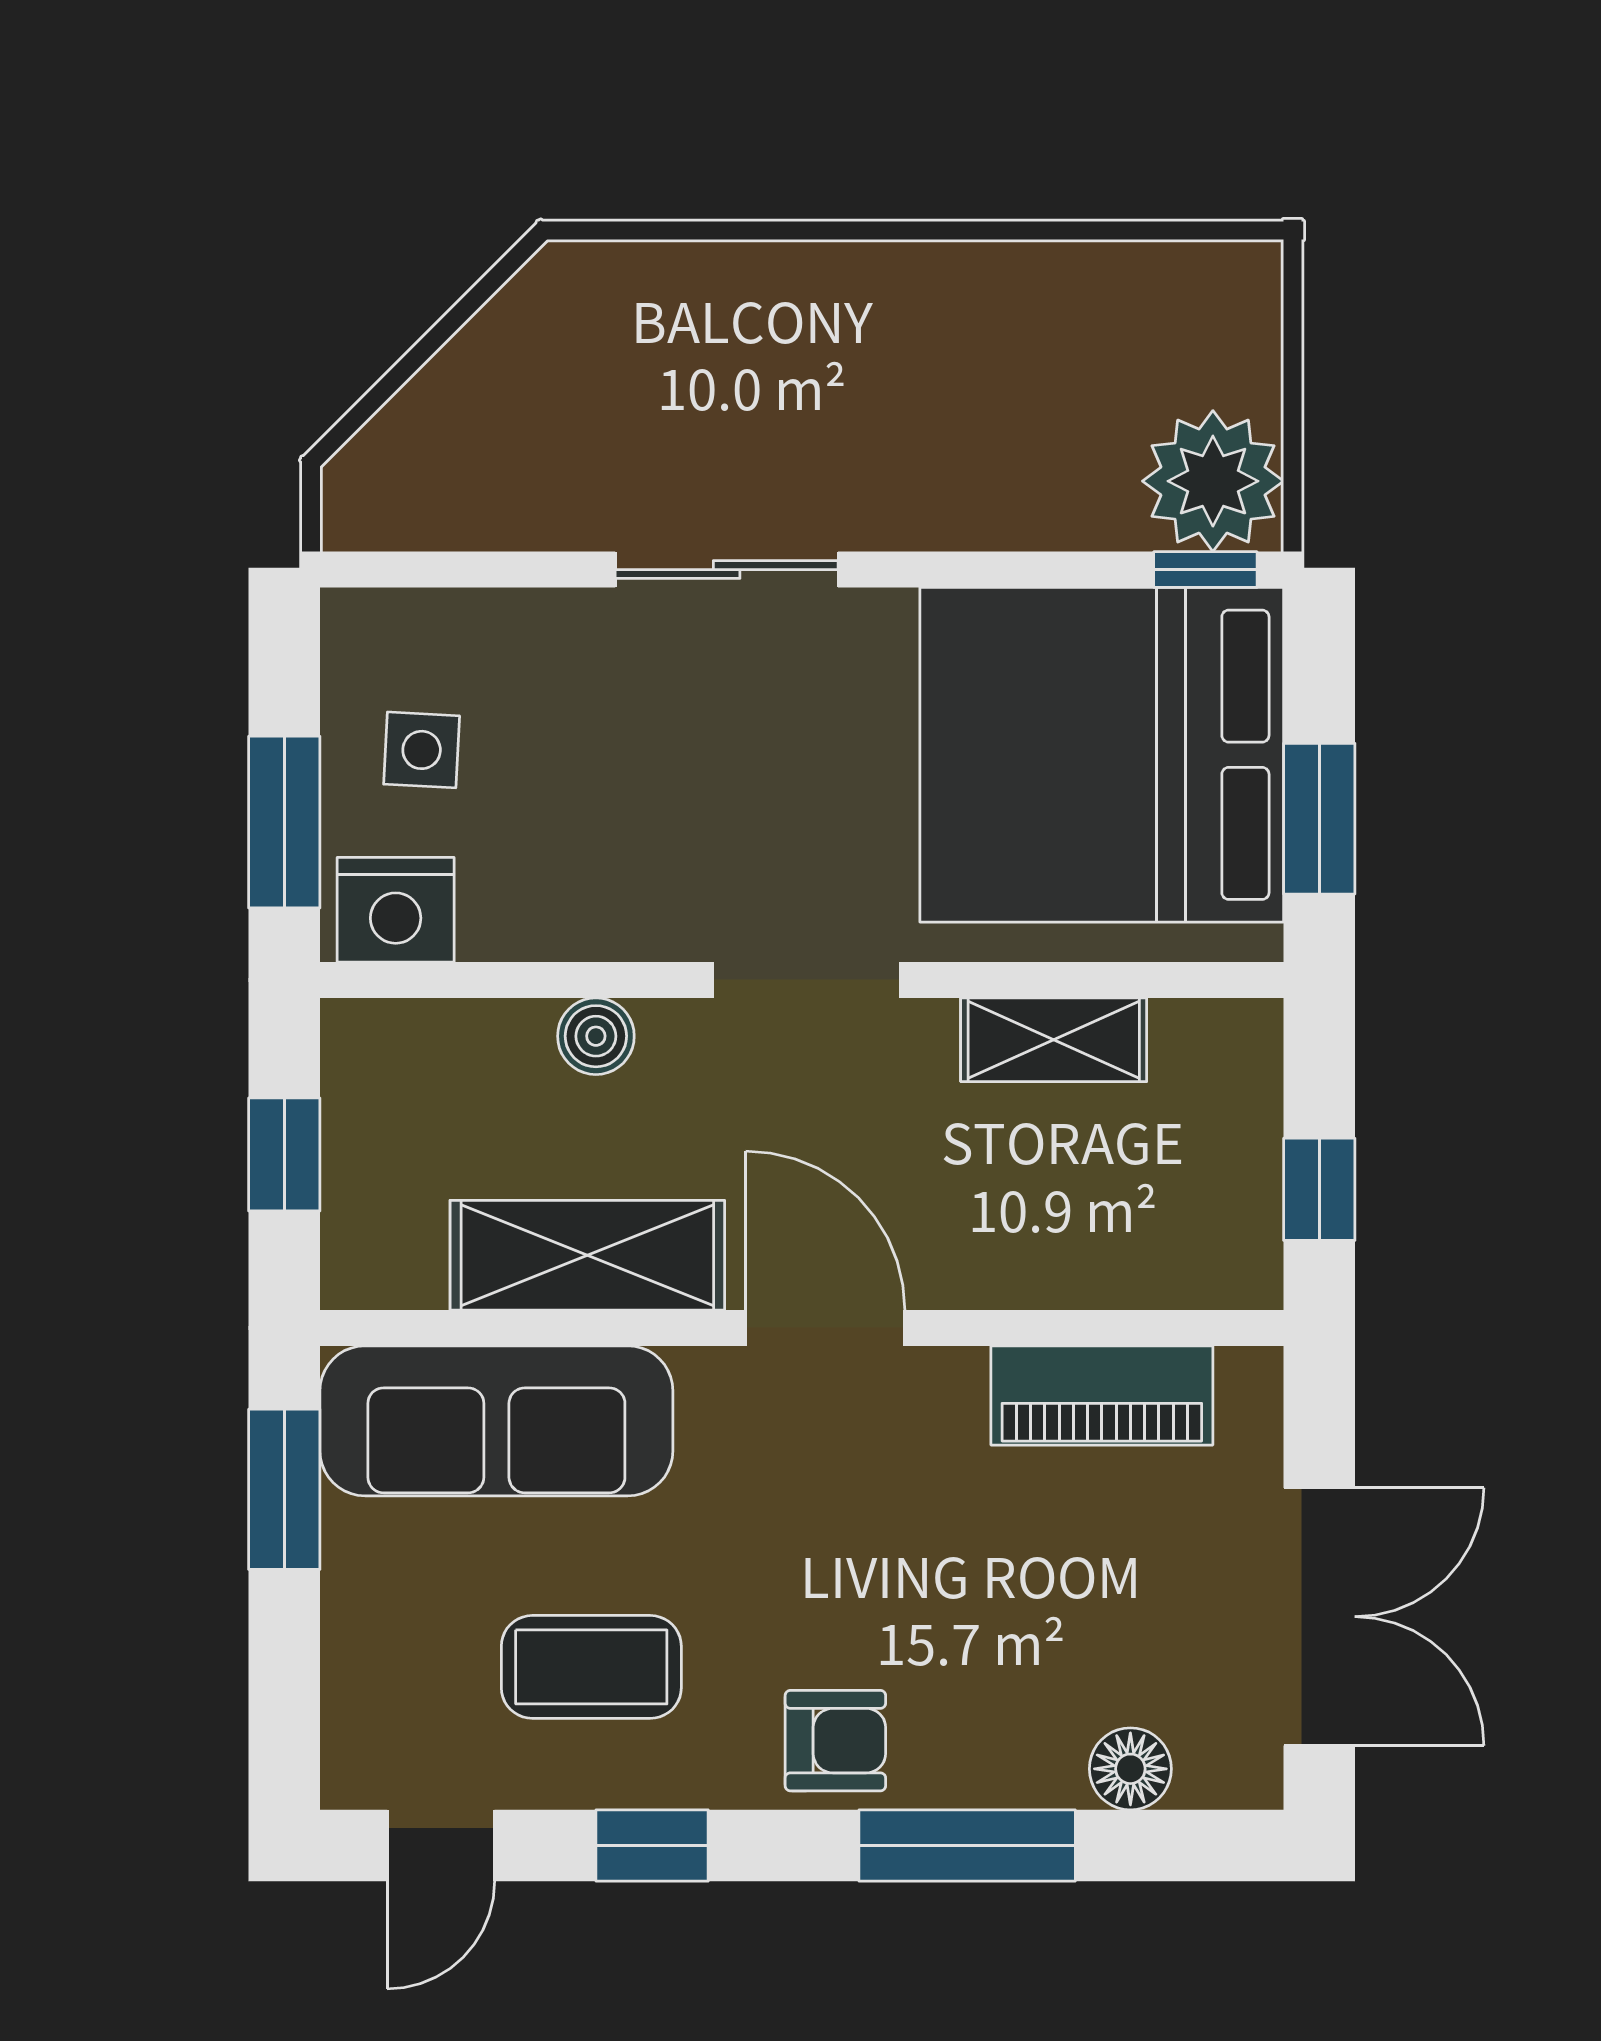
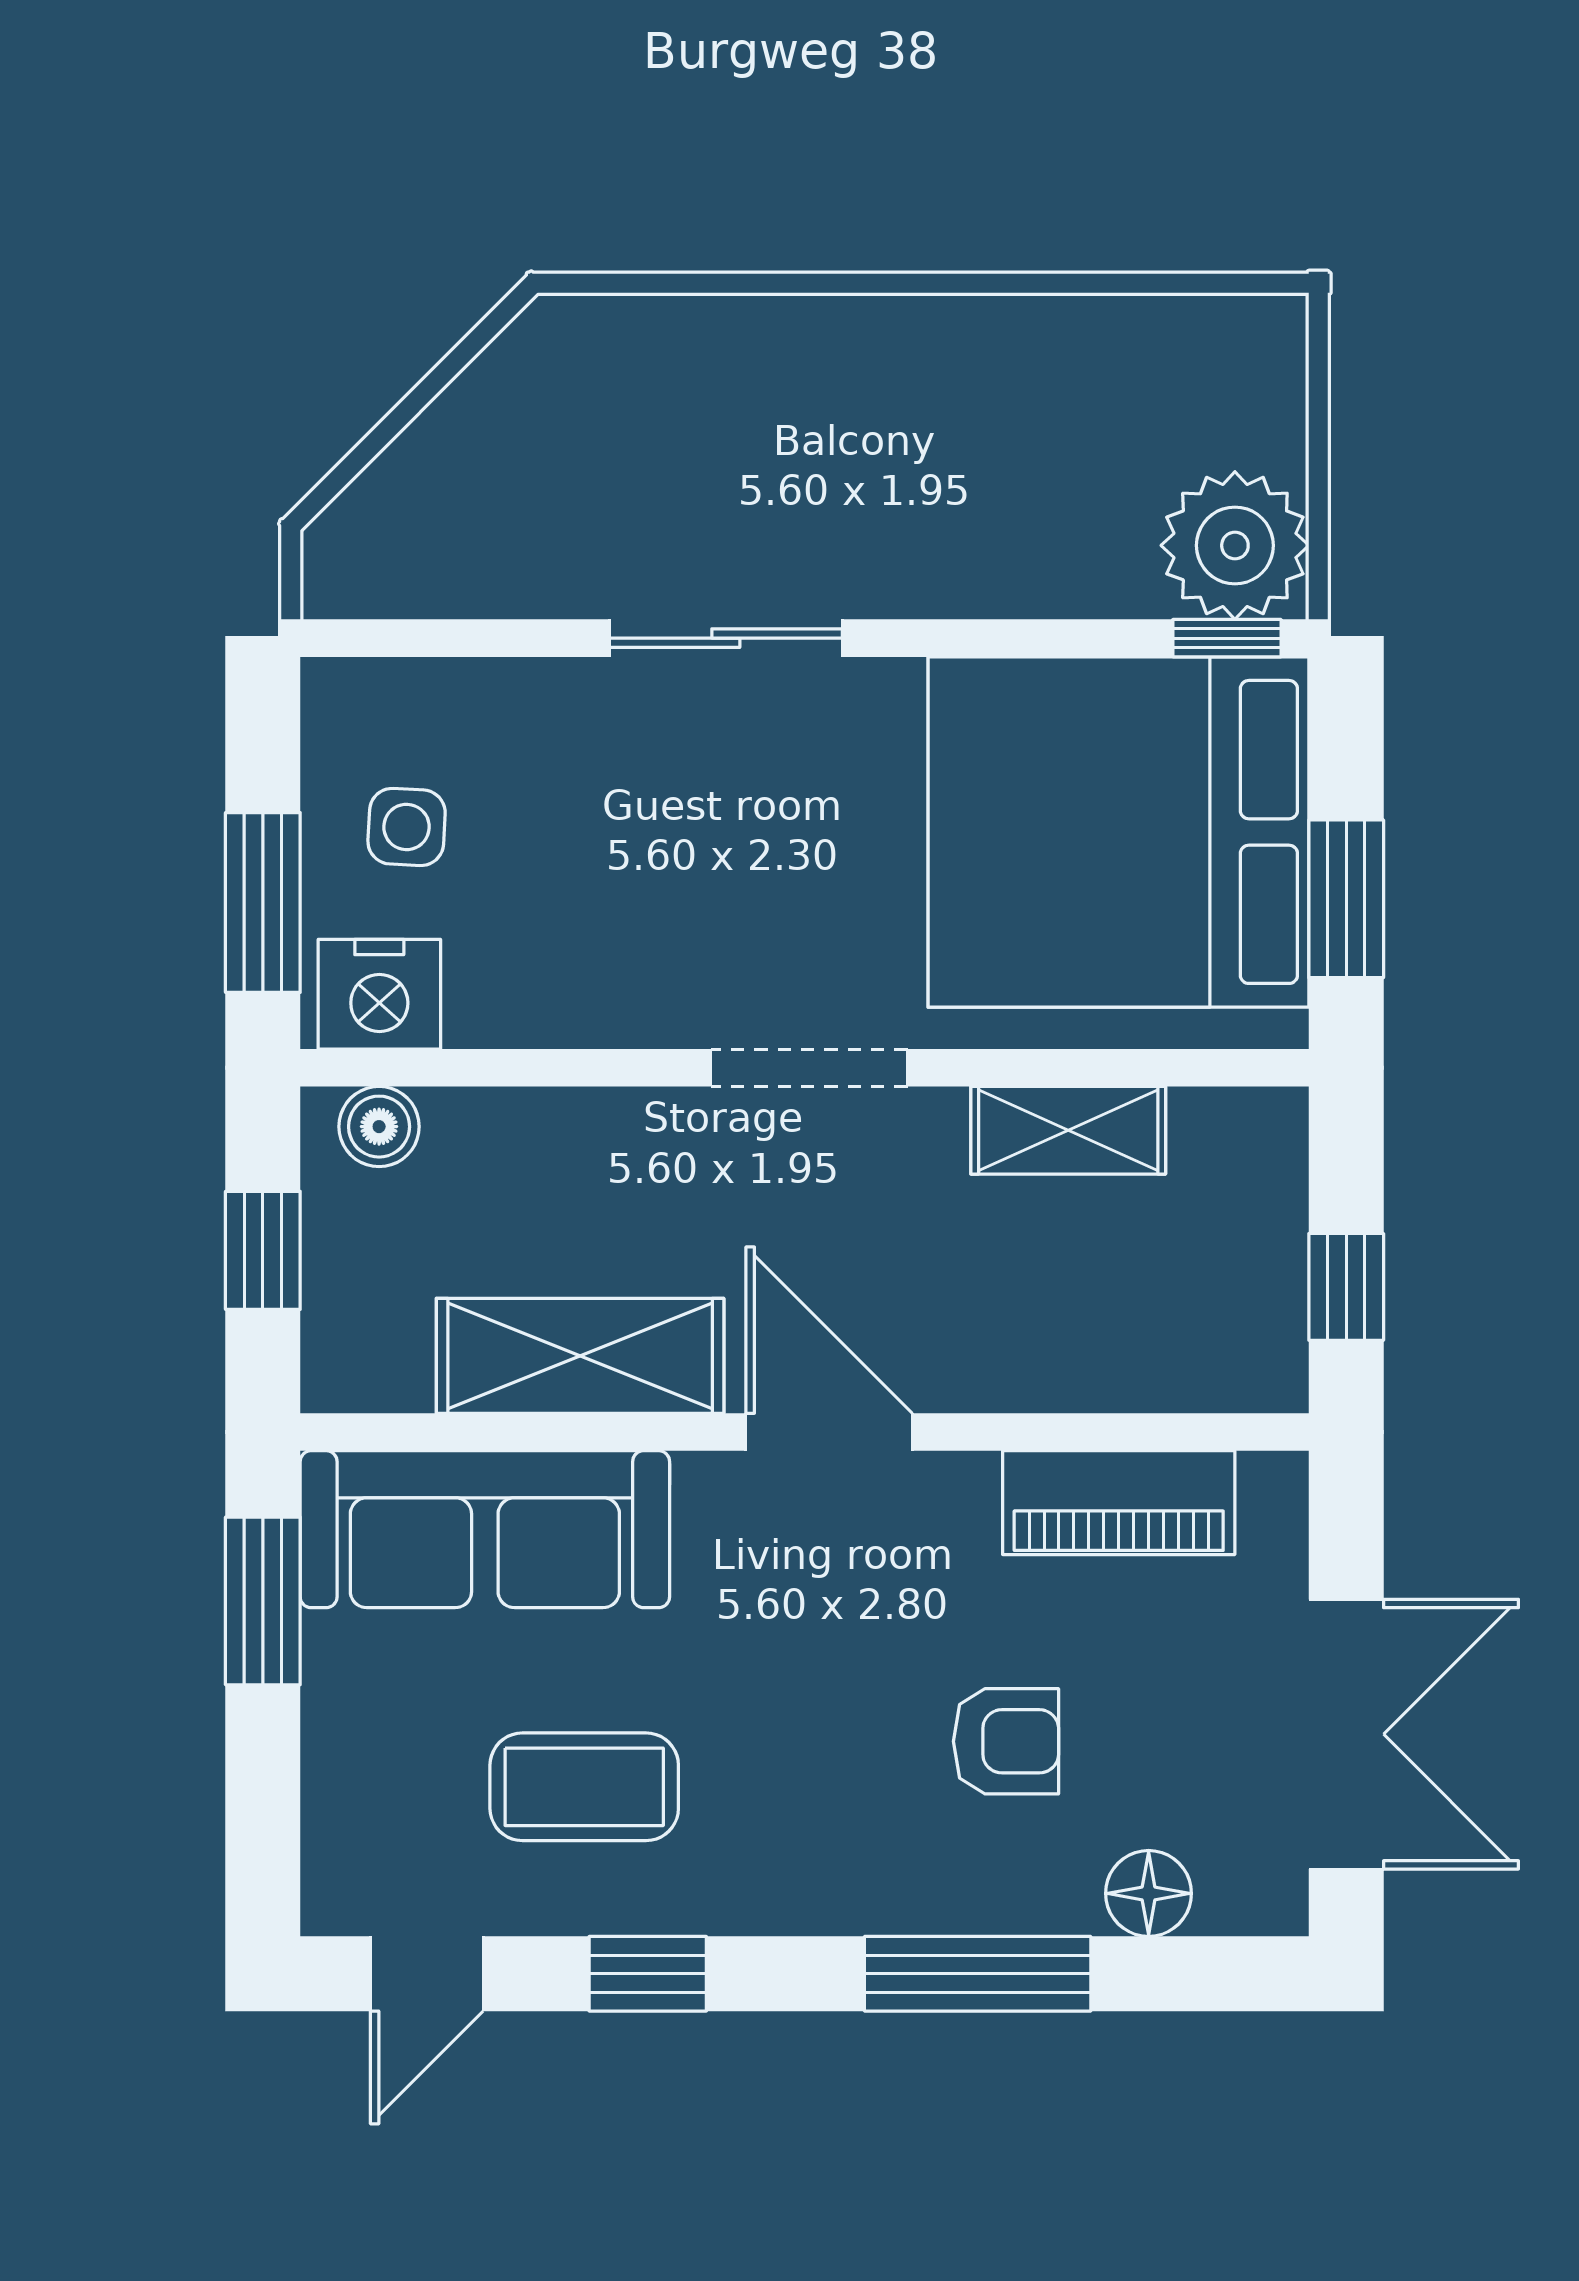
boiler: (596, 1036) -> (379, 1127), moved
armchair: (835, 1741) -> (1006, 1741), moved

